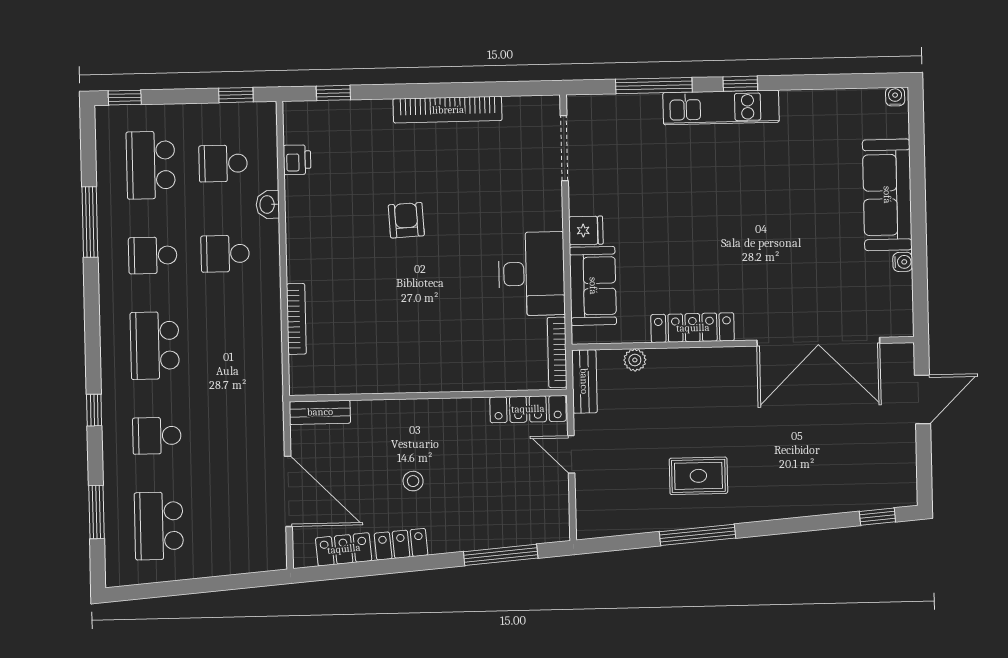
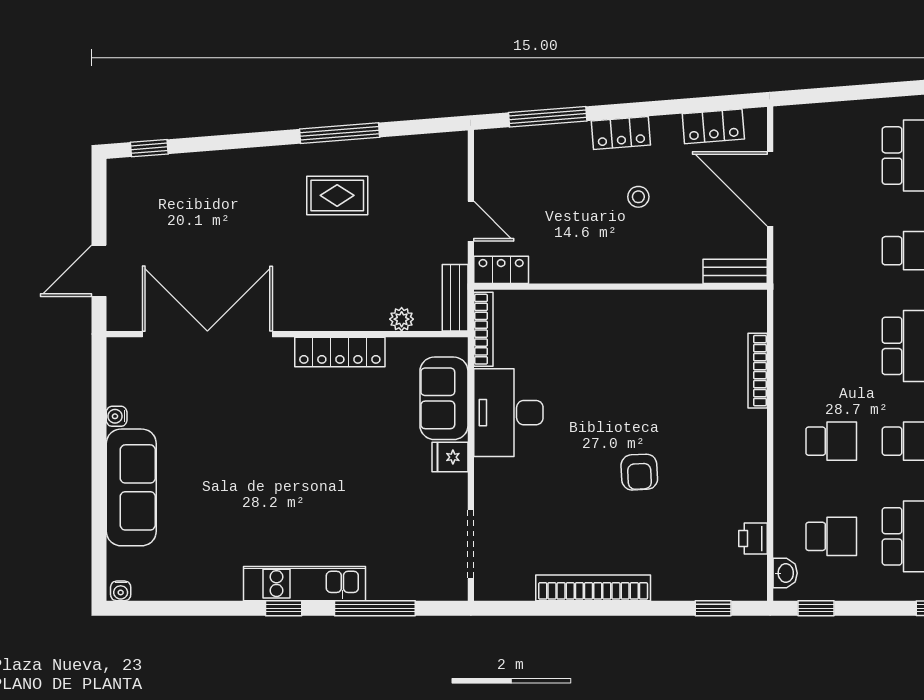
washbasin: (268, 205) -> (785, 573), moved
locker: (528, 409) -> (501, 270), width x0.66
locker: (401, 544) -> (621, 133), moved

